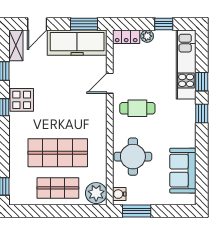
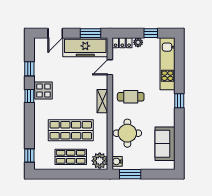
shelving: (16, 45) -> (102, 101), moved
window: (202, 82) -> (179, 77), removed
door: (110, 83) -> (110, 67), moved

